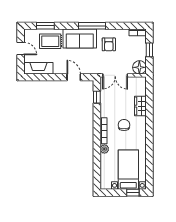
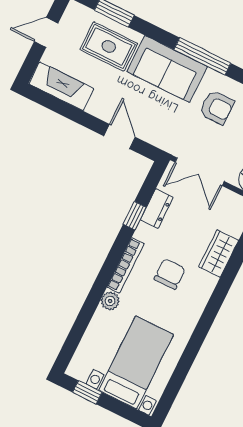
armchair: (109, 44) -> (217, 107), turned -90
door: (21, 49) -> (46, 32), swing flipped
window: (97, 97) -> (135, 216), moved
dresser: (105, 100) -> (157, 209), added
window: (133, 193) -> (87, 392), moved

